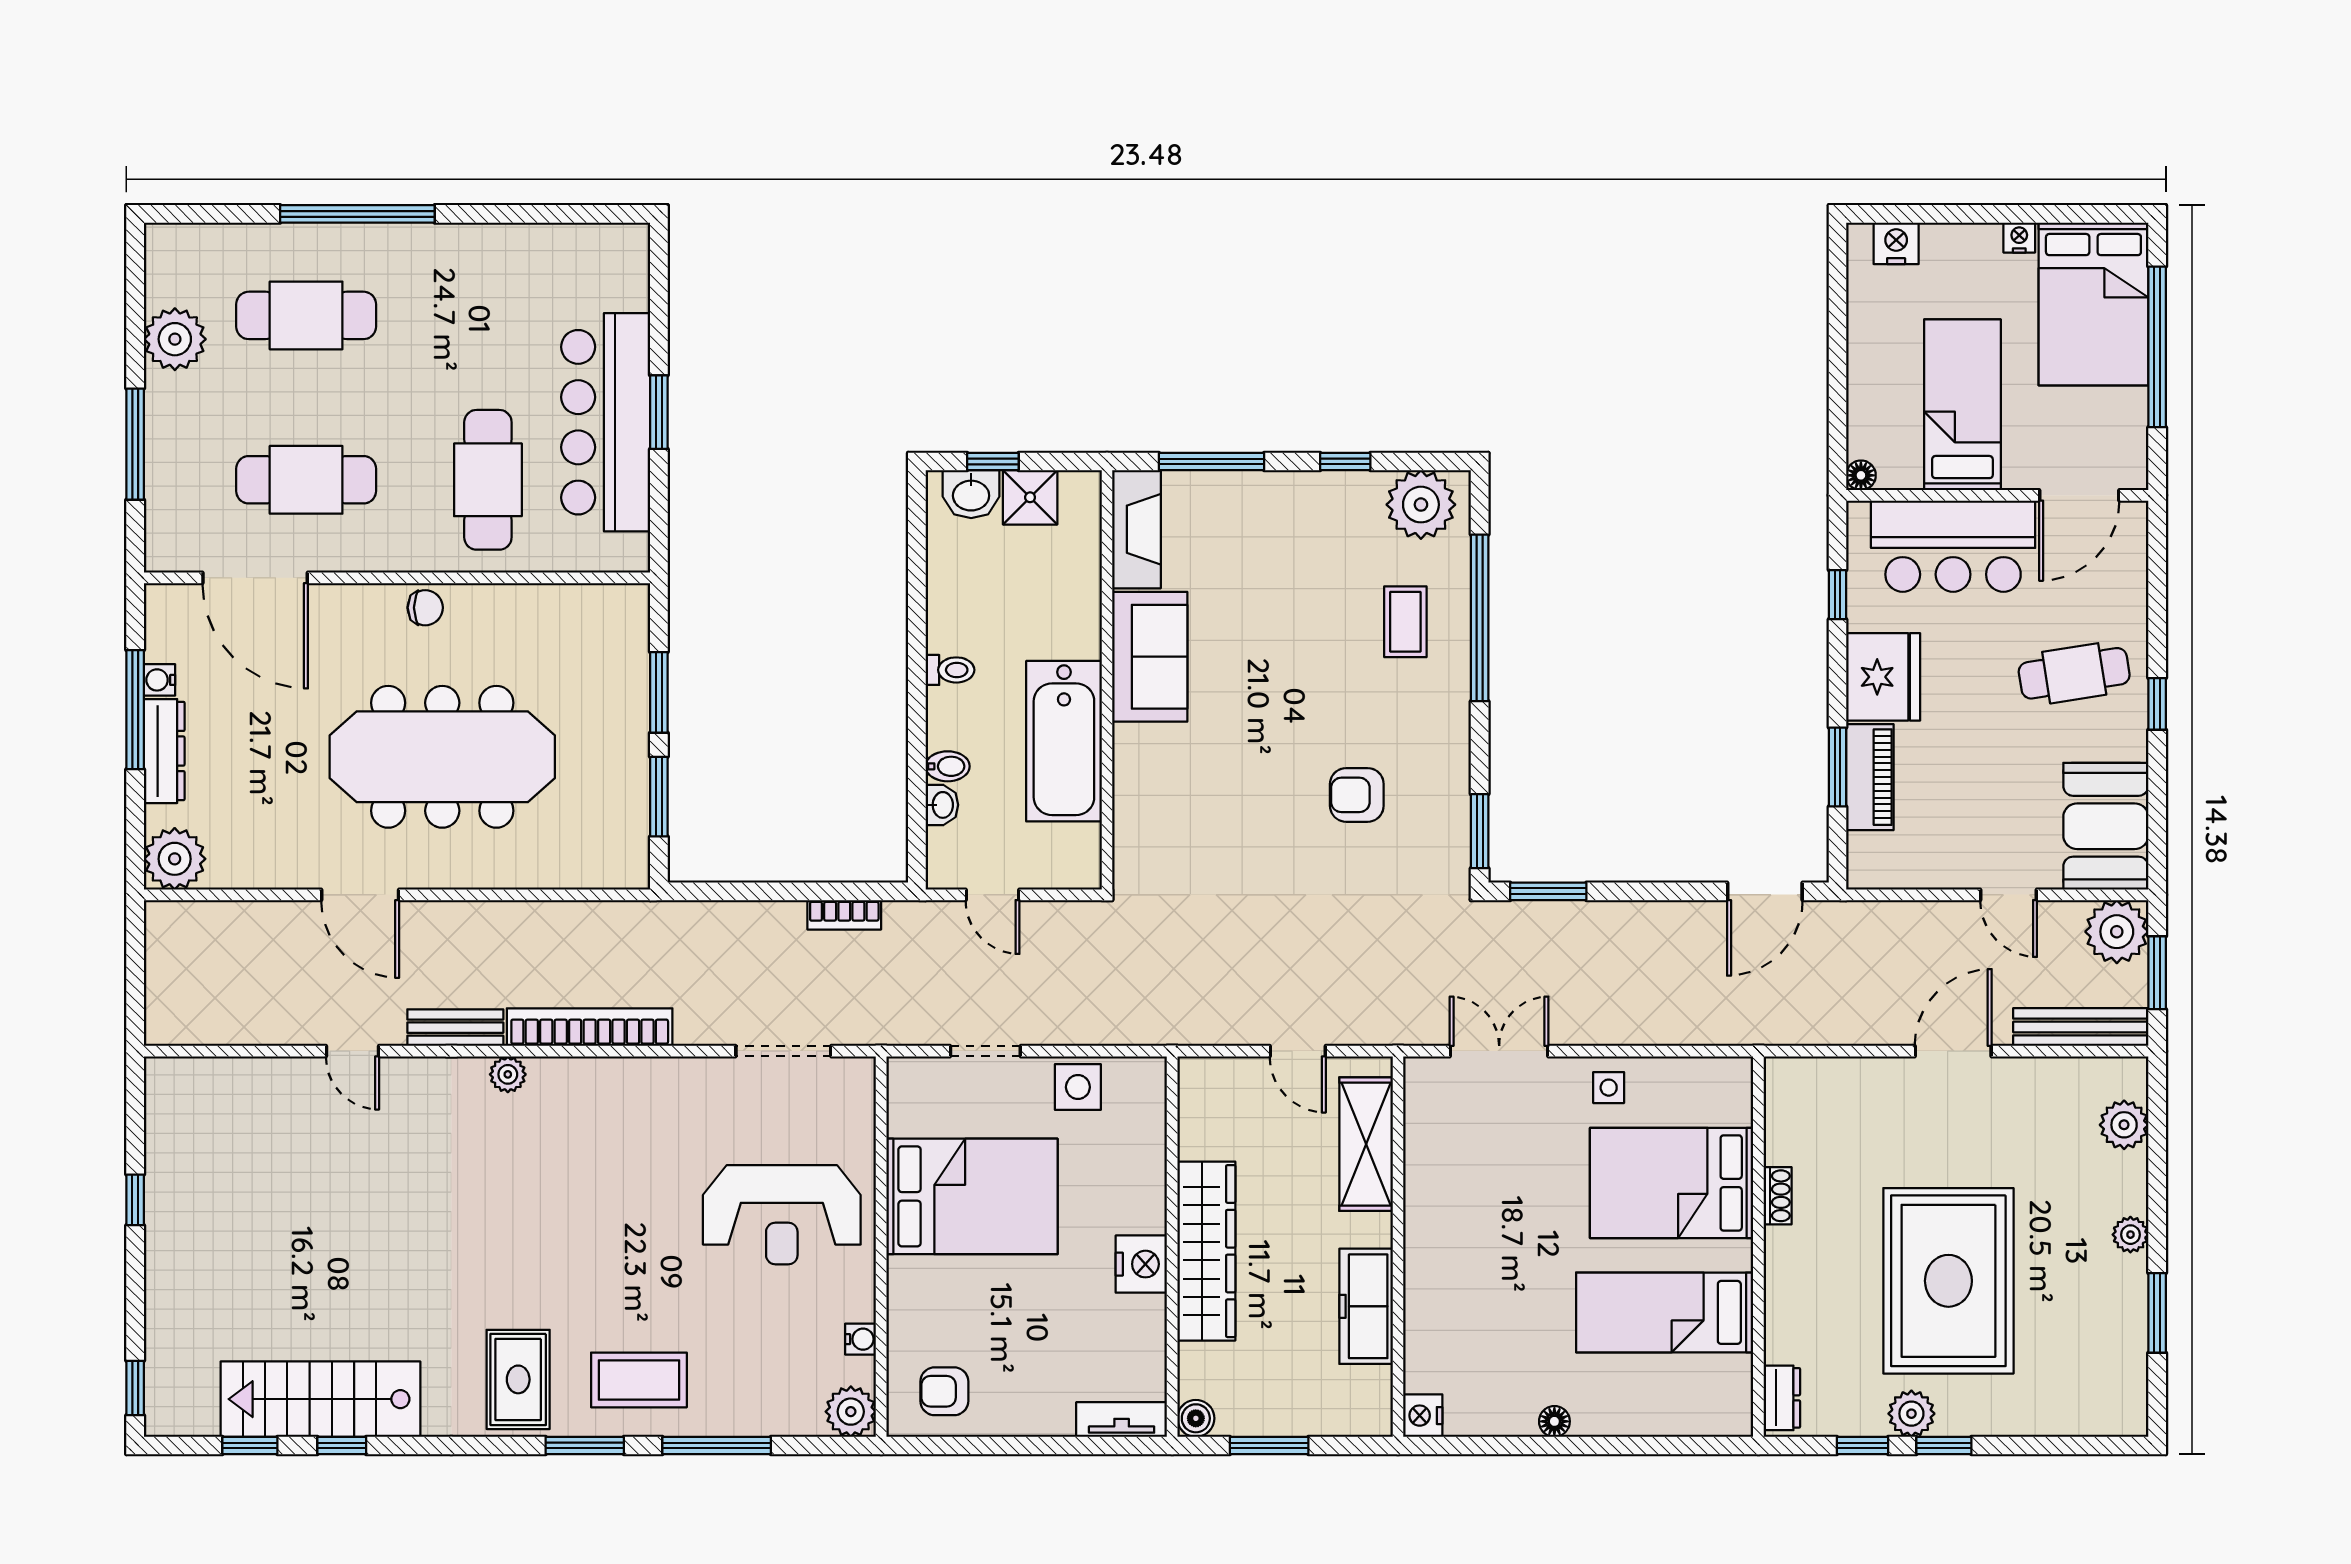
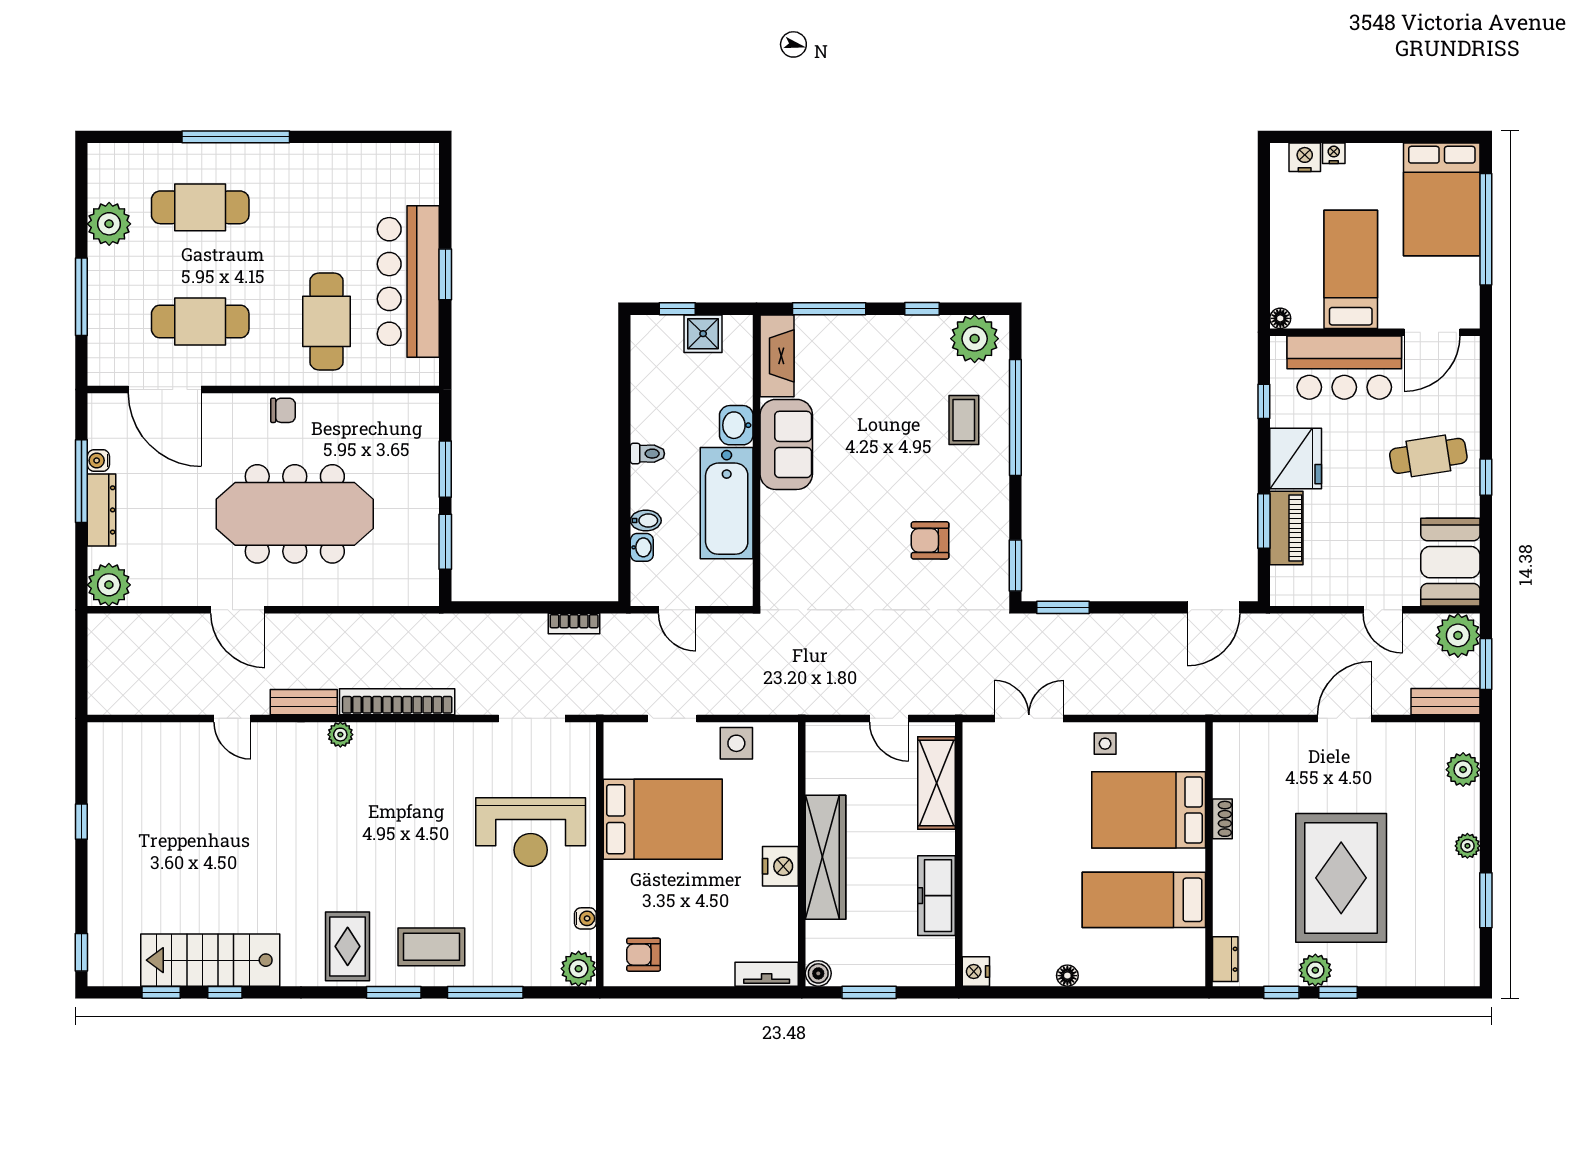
nightstand: (2019, 238) -> (1334, 153), moved
washbasin: (971, 494) -> (736, 425), moved, turned 90
bench: (2081, 1027) -> (1445, 702), width x0.73

